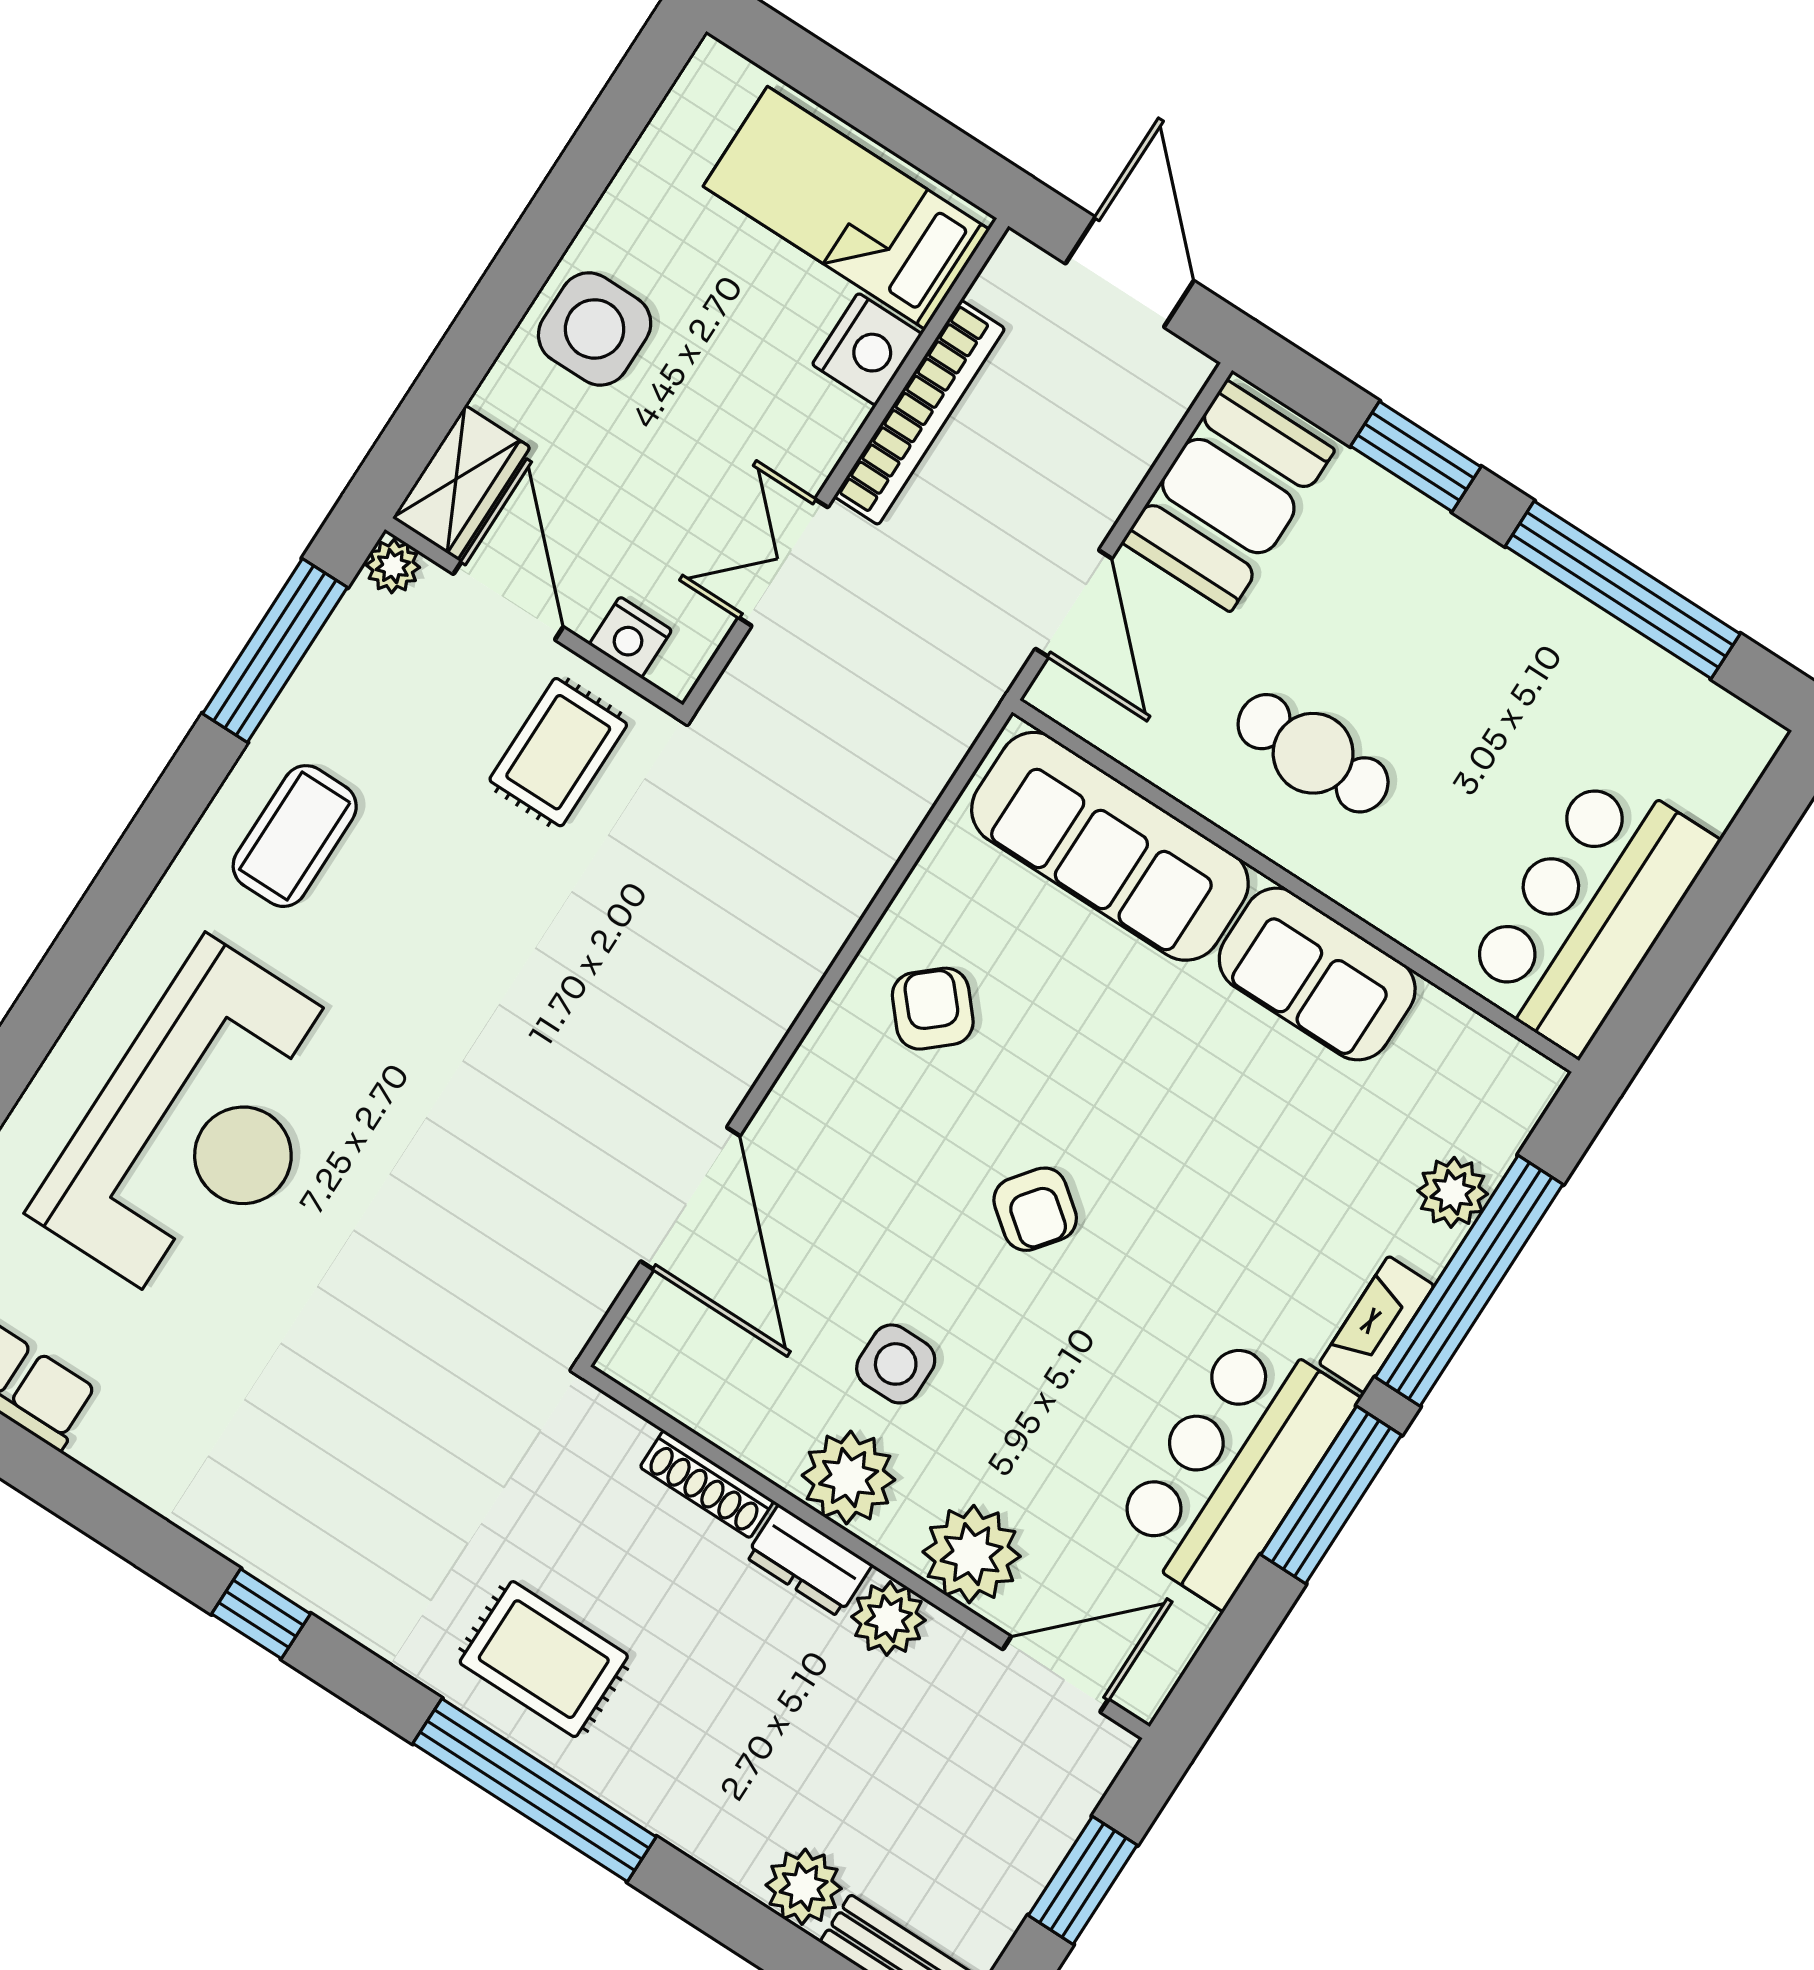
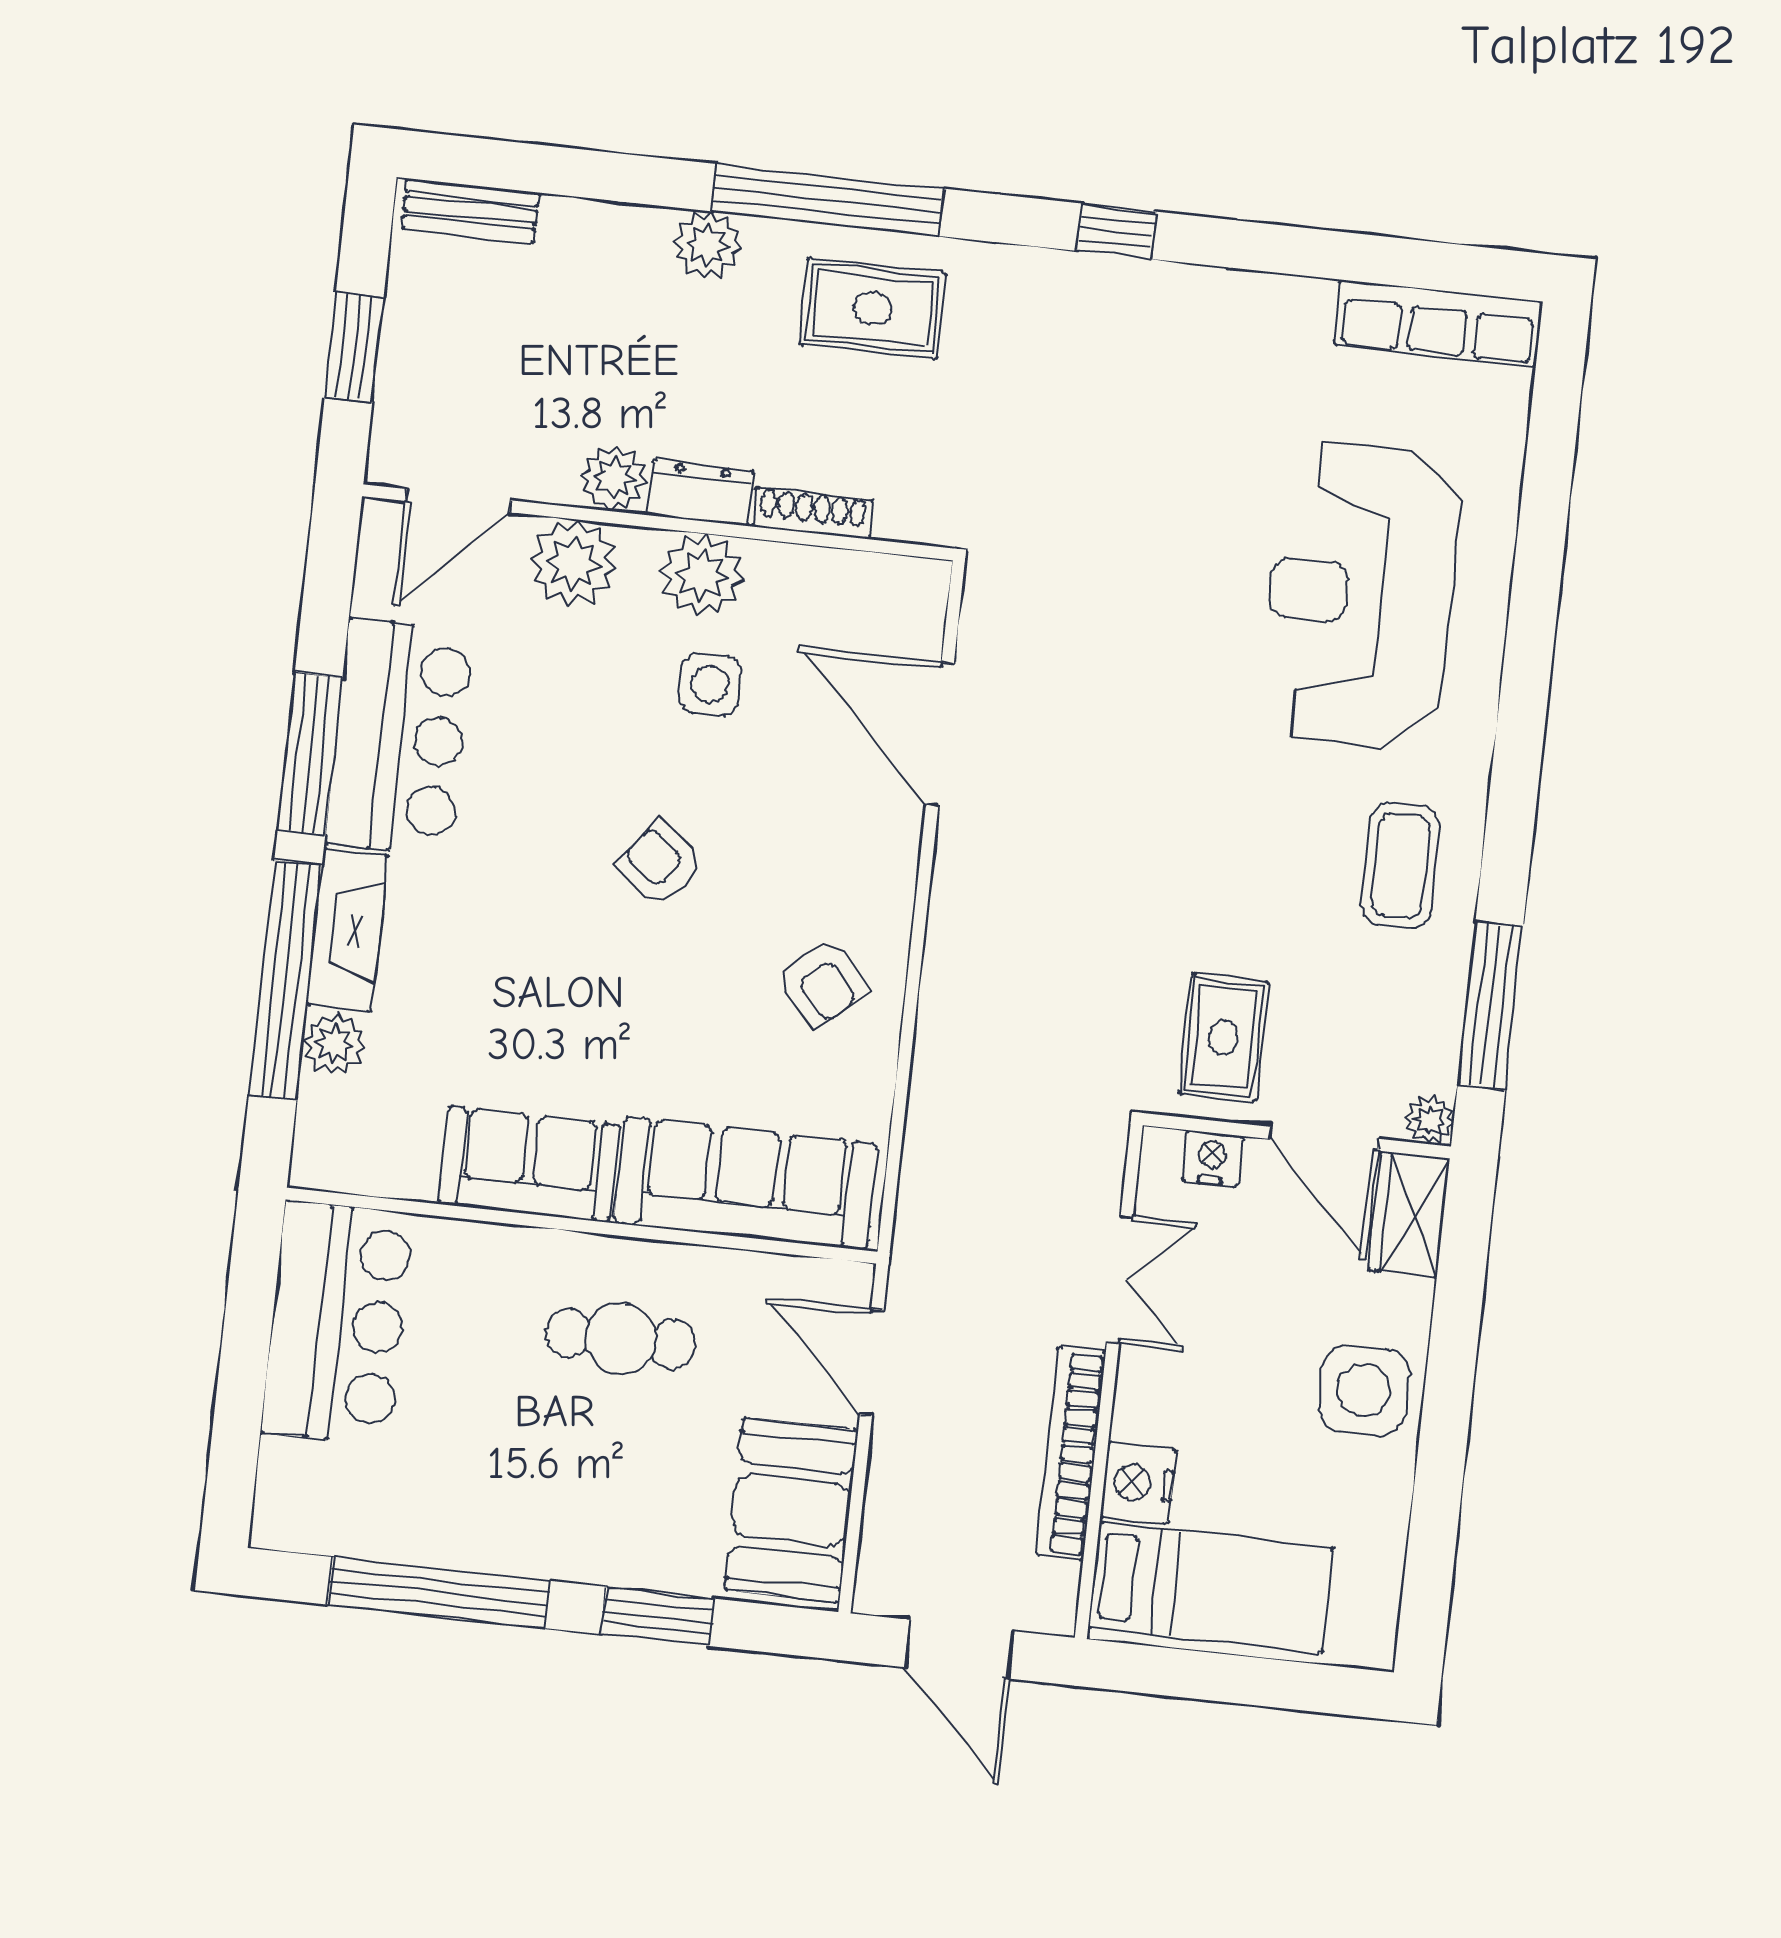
fireplace: (1377, 1325) -> (347, 930), width x1.37, depth x1.32
plant: (804, 1887) -> (707, 245), moved

